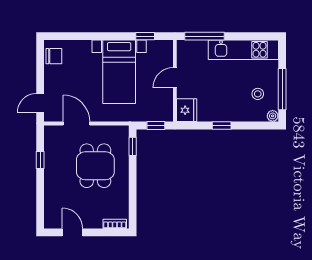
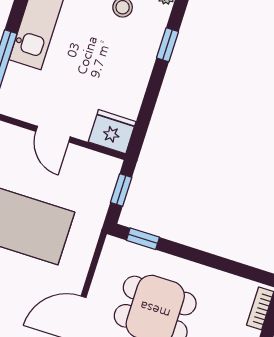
window: (222, 126) -> (167, 45), moved

